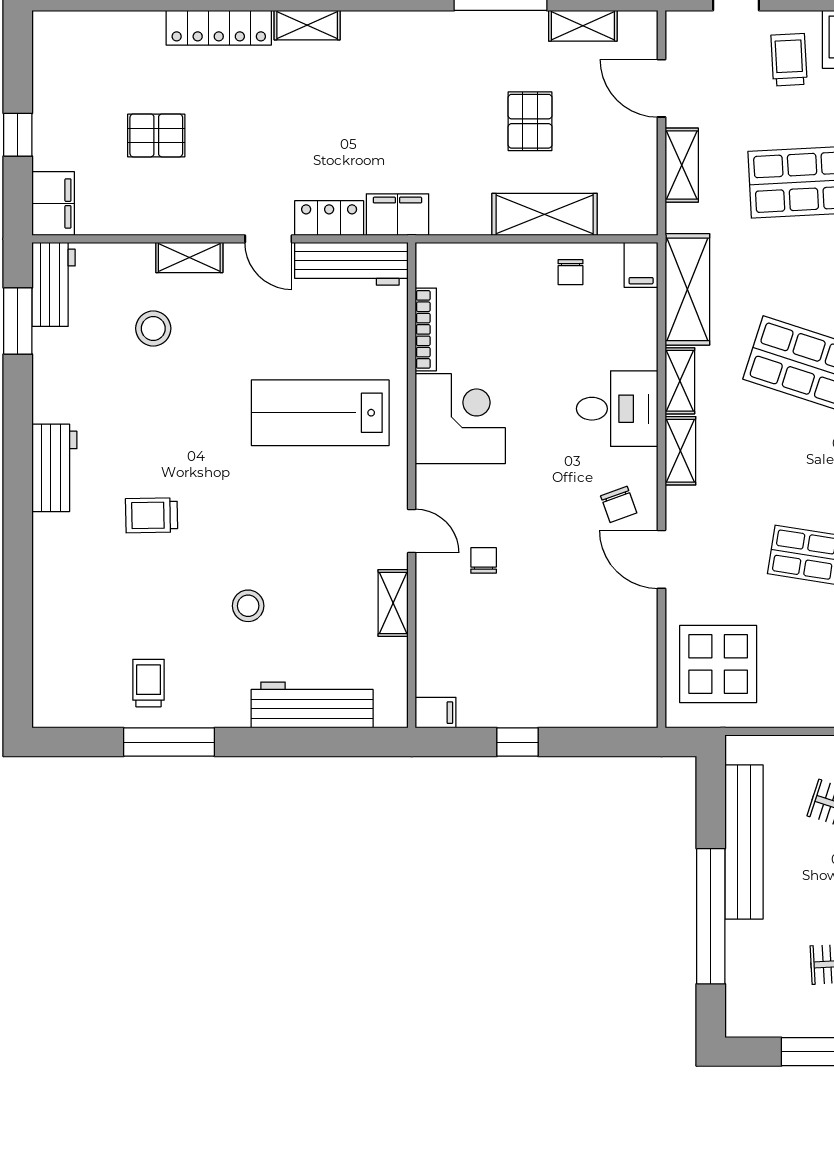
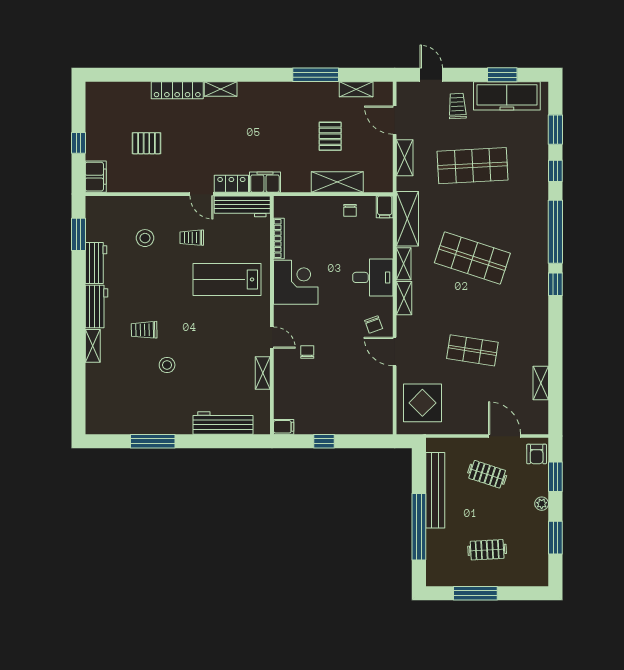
shelving: (189, 258) -> (93, 346), moved, turned 90
workbench: (53, 284) -> (96, 263), moved
stool: (248, 606) -> (167, 365), moved
trolley: (149, 683) -> (192, 238), moved, turned -90

